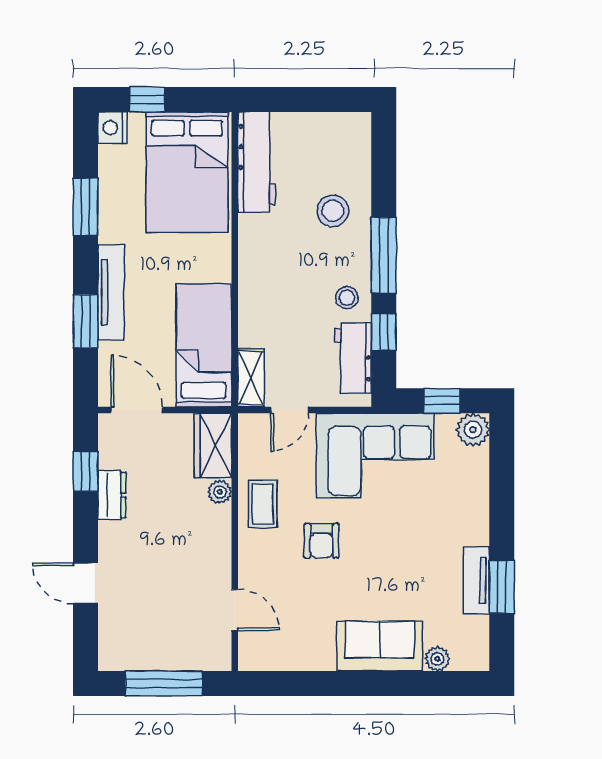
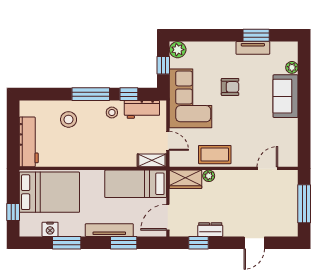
nightstand: (113, 128) -> (50, 229), moved
workbench: (257, 162) -> (29, 142), moved, turned 90
coffee table: (263, 504) -> (215, 155), width x1.36, depth x1.30
armchair: (321, 541) -> (230, 87), moved

